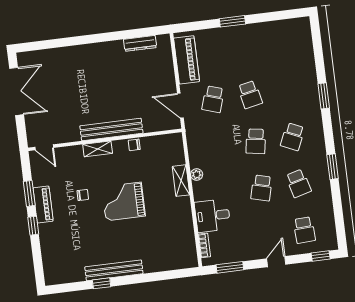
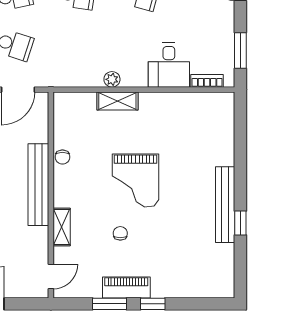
shelving: (98, 149) -> (62, 227), moved

